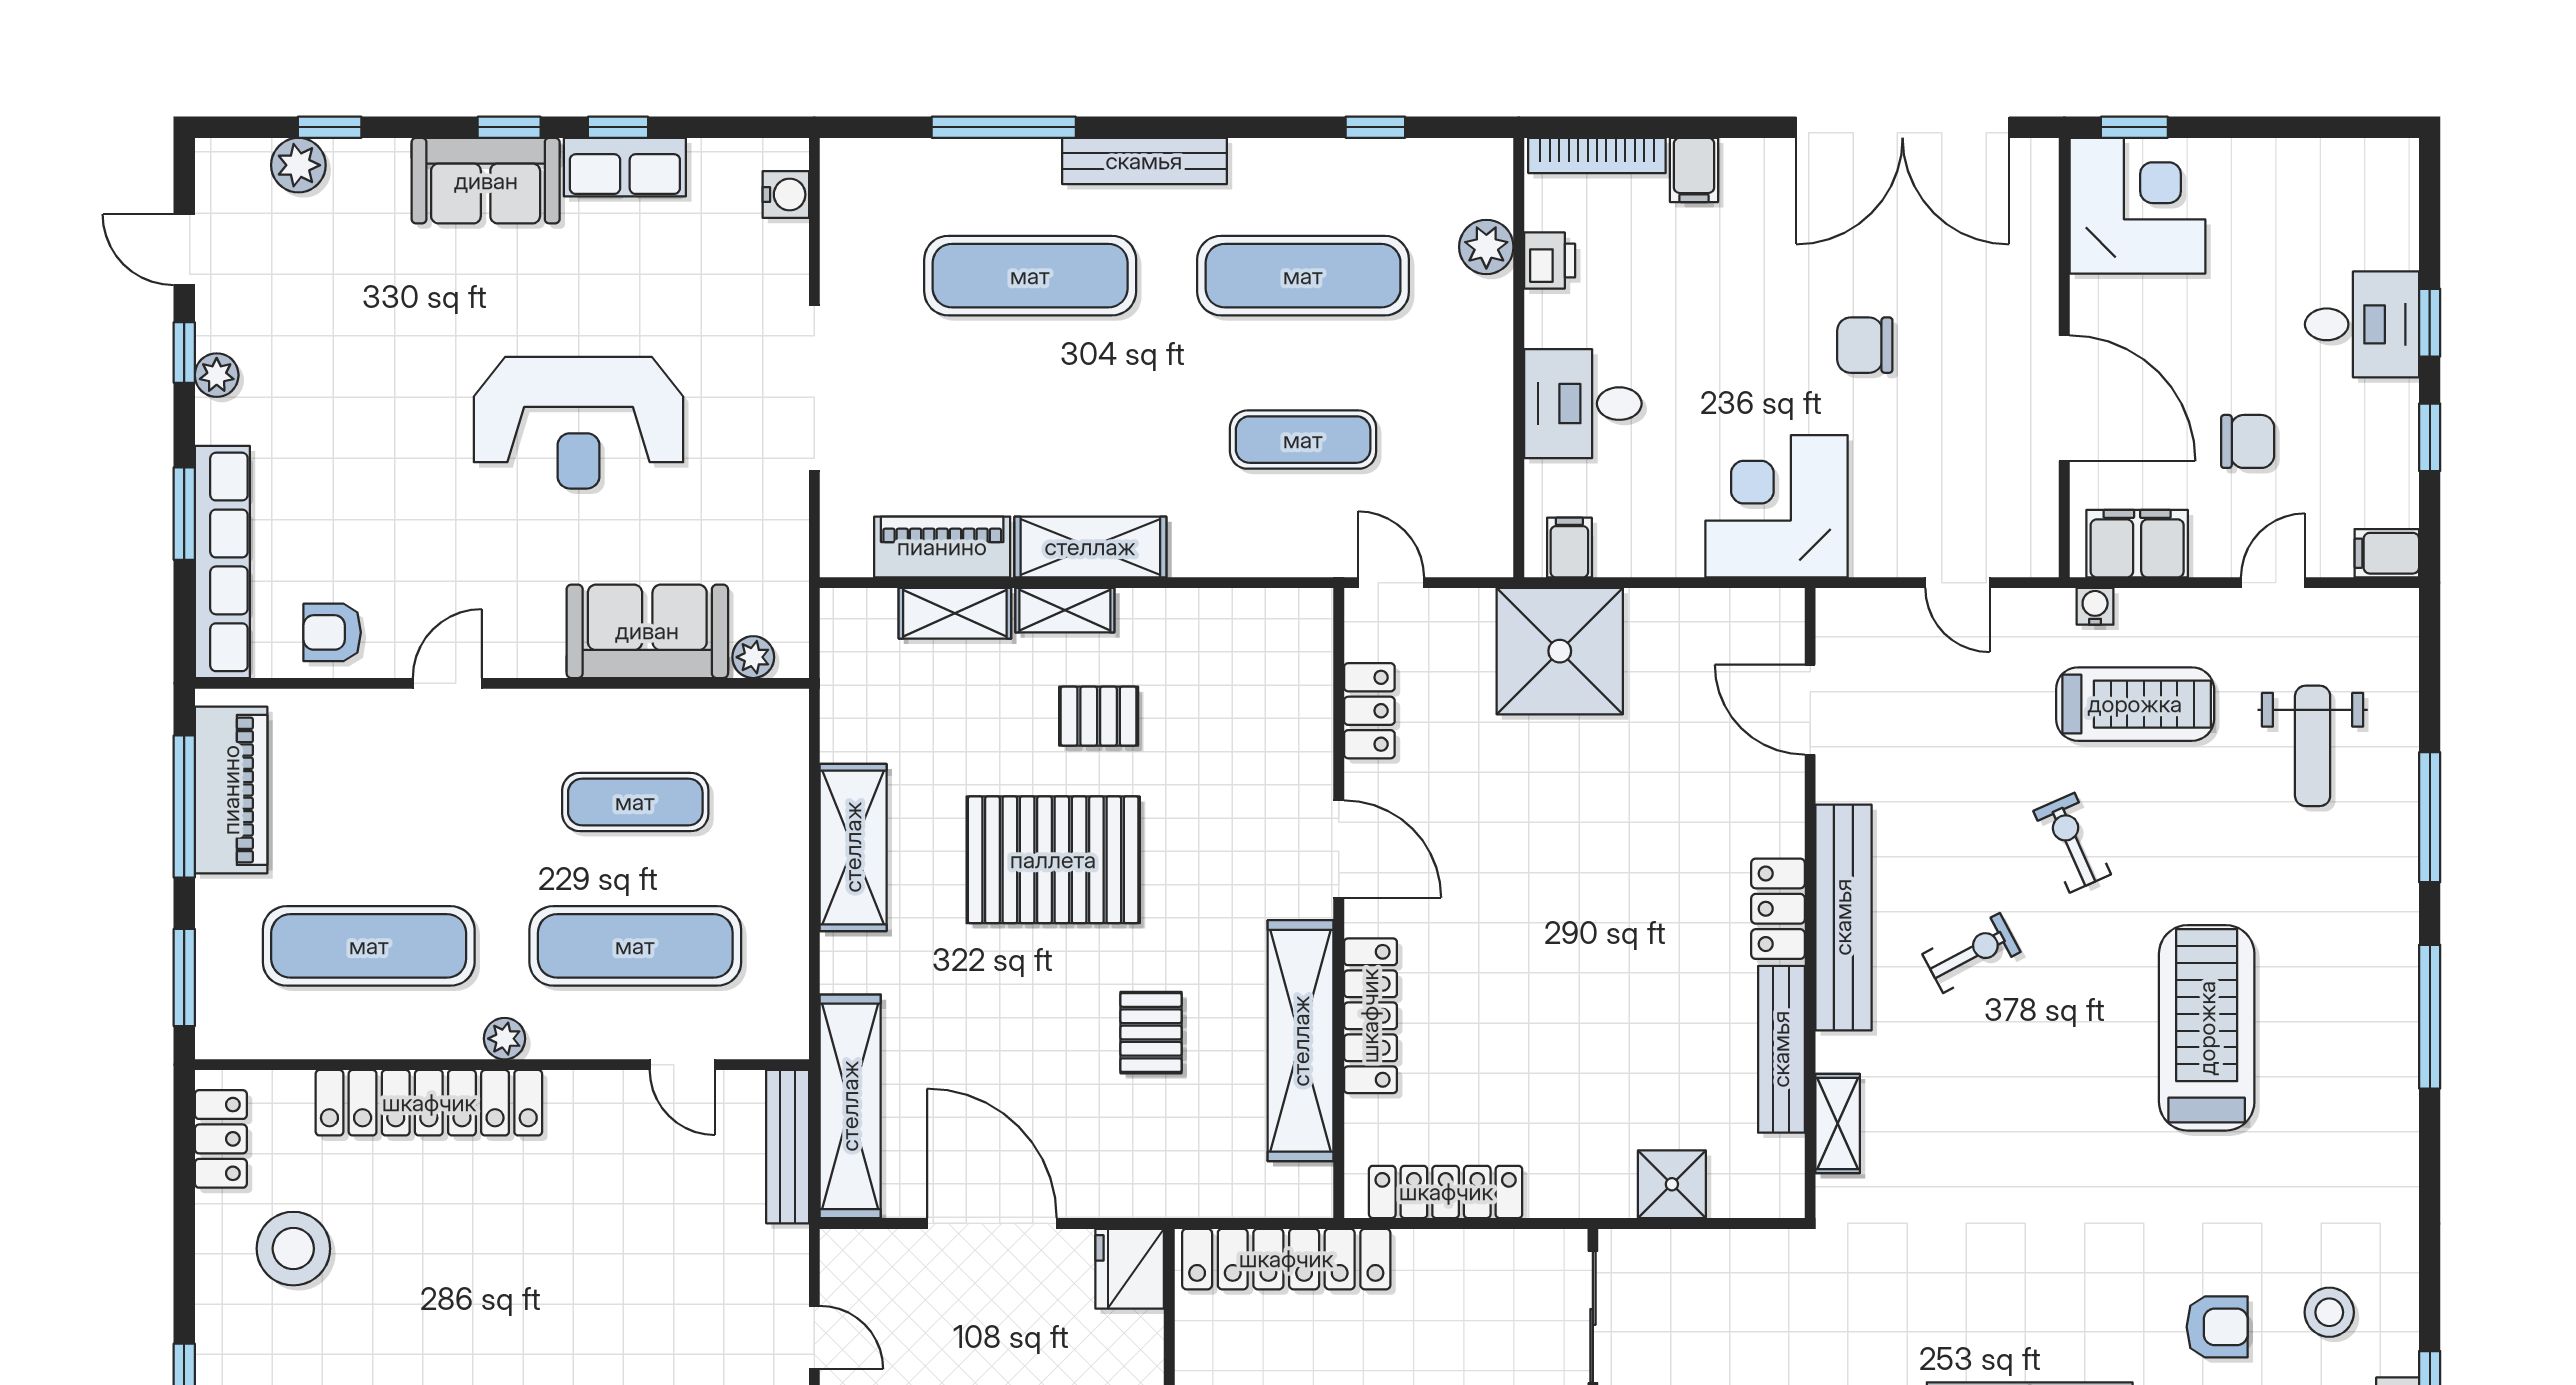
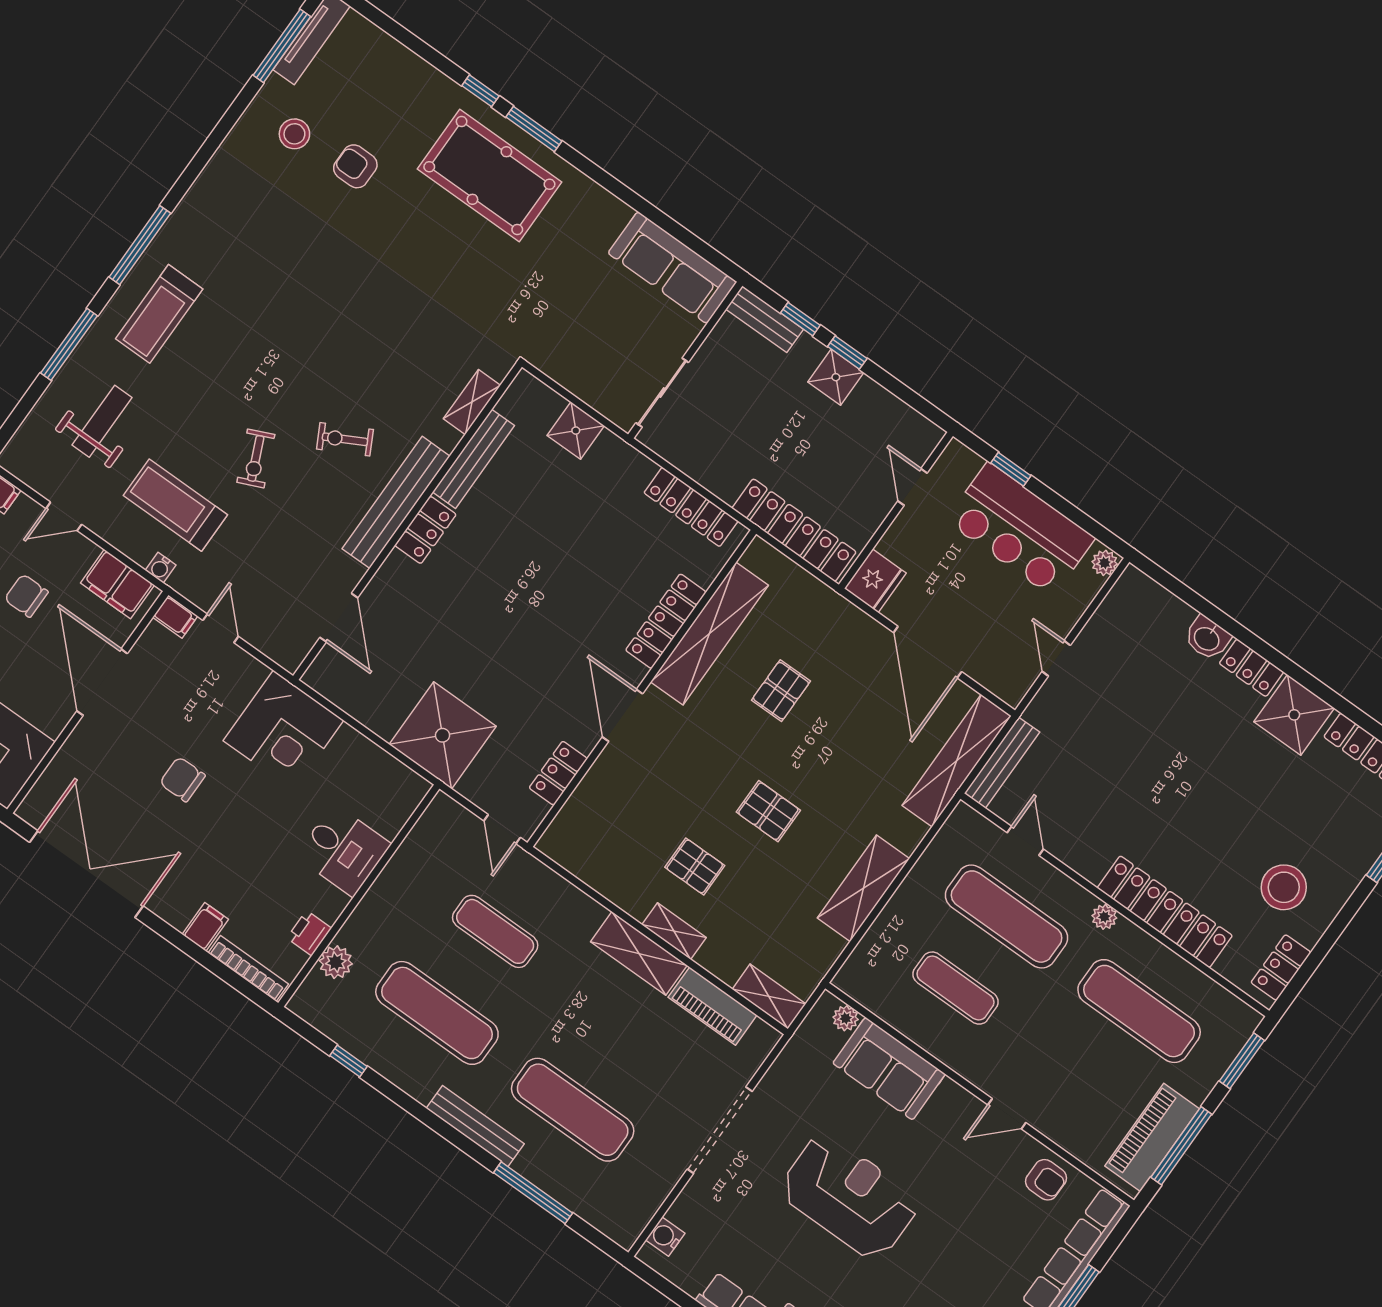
chair: (1865, 345) -> (182, 779), turned 180
filing cabinet: (1569, 548) -> (175, 617), moved, turned -90
shelving: (955, 613) -> (769, 997), moved
pallet: (1053, 860) -> (768, 811), width x0.49, depth x0.50
treadmill: (2207, 1028) -> (159, 314), moved, width x0.73, depth x0.73

